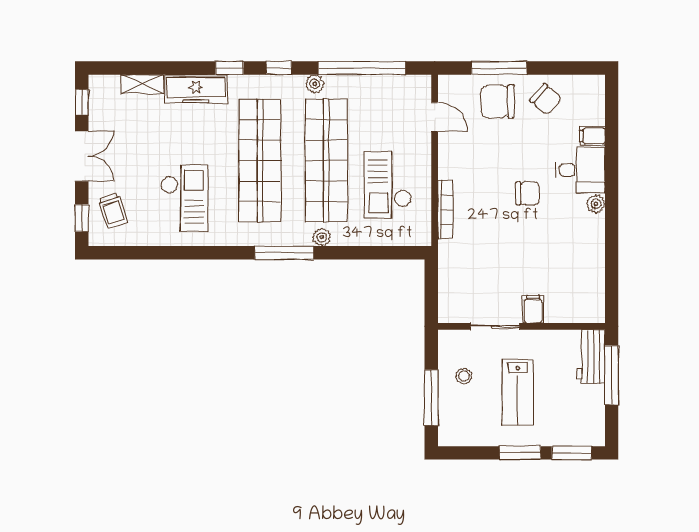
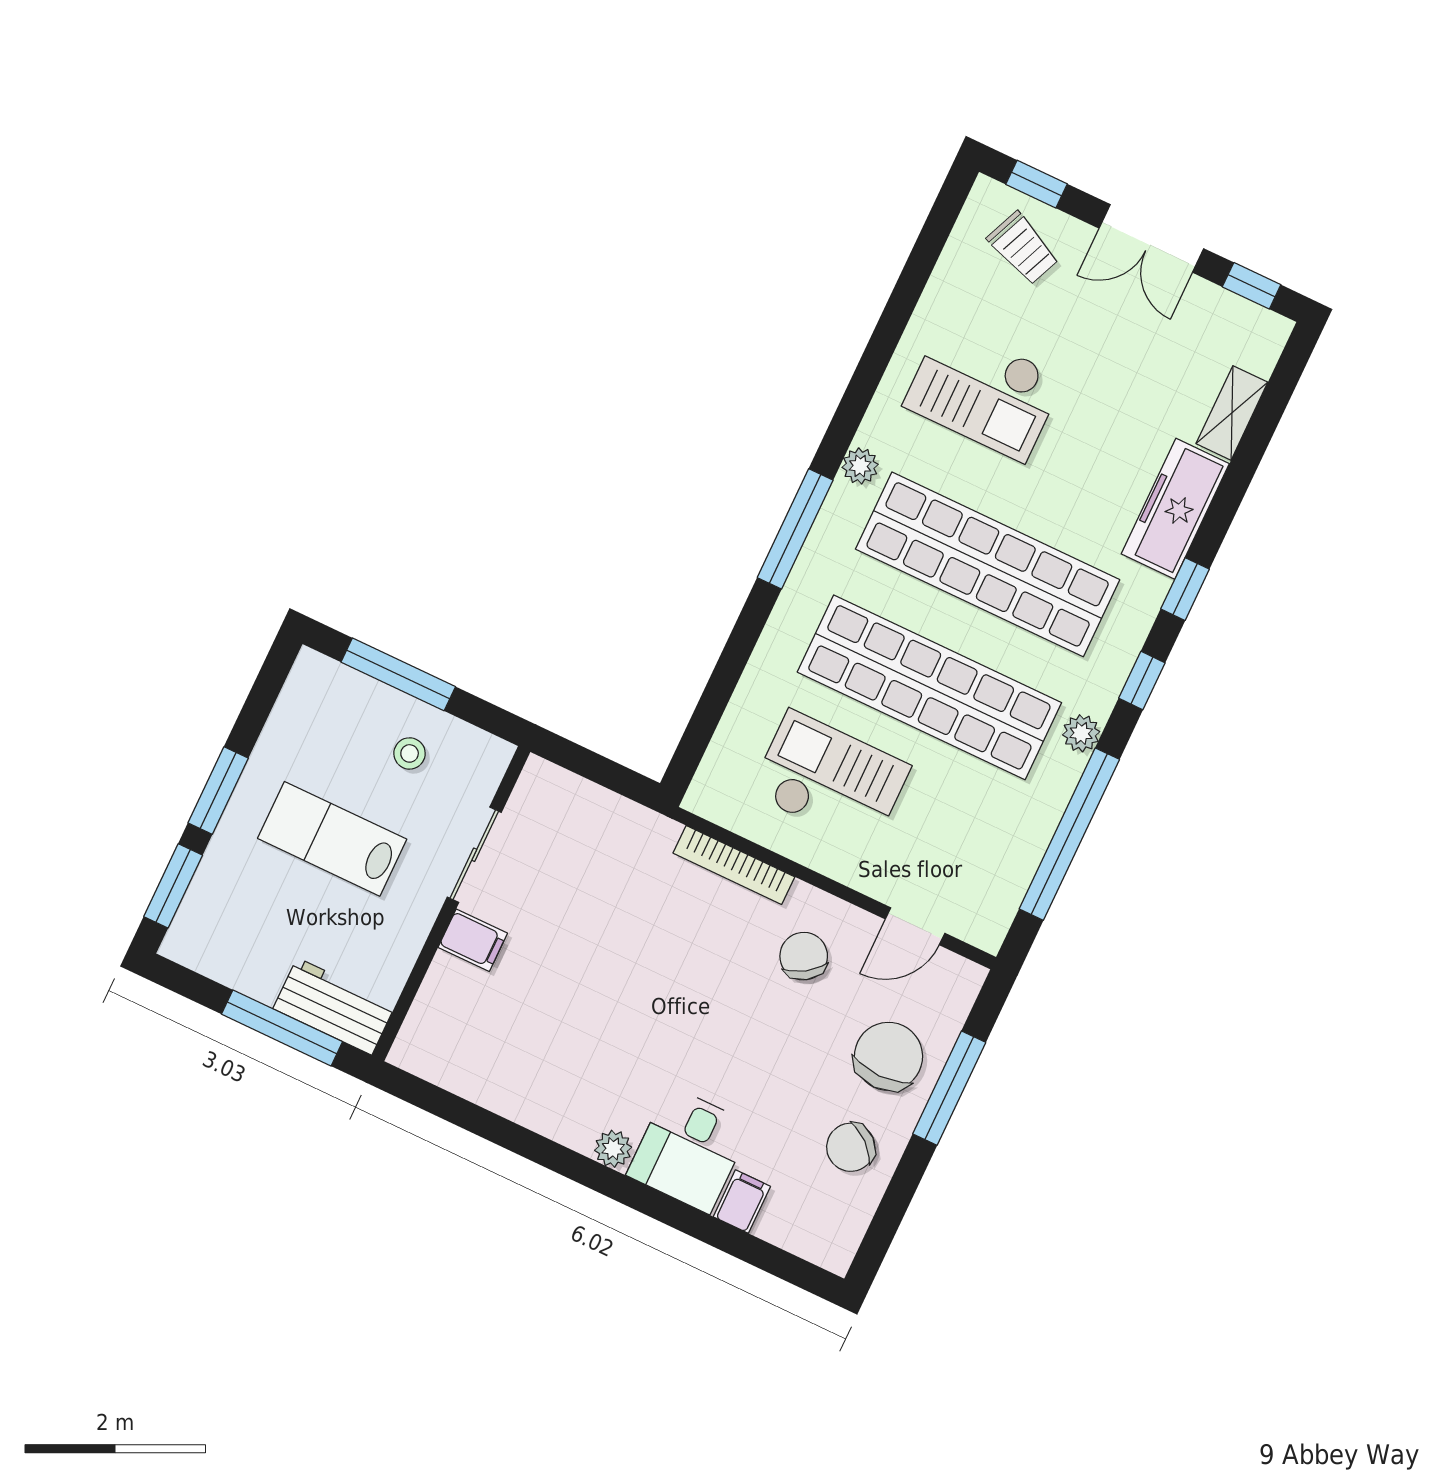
chair: (527, 193) -> (804, 956), moved, turned 147
trolley: (113, 211) -> (1023, 248), turned -139
plant: (322, 237) -> (860, 466), moved

